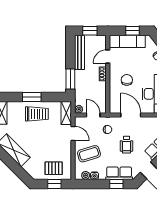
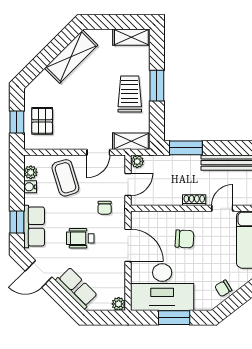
door: (108, 57) -> (222, 208), hinge flipped
trolley: (37, 114) -> (130, 94), turned 180
door: (131, 115) -> (128, 245), hinge flipped

